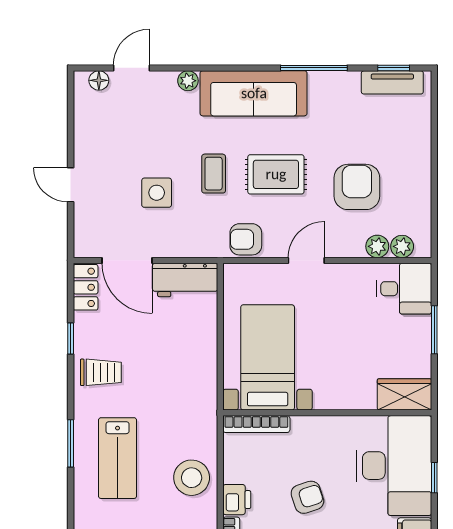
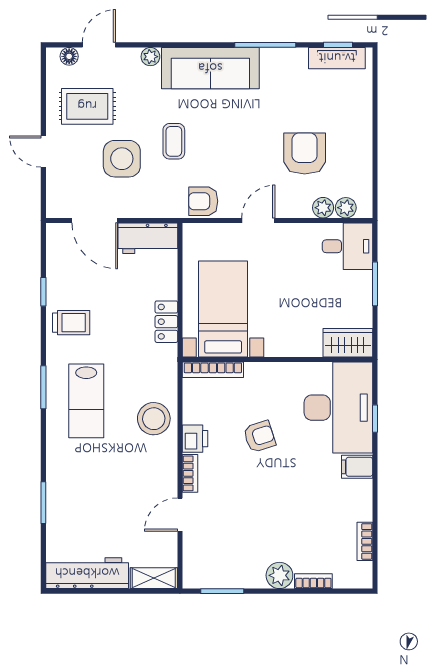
rug: (276, 174) -> (87, 106), moved
side table: (157, 193) -> (122, 159), width x1.37, depth x1.37
locker: (86, 287) -> (166, 322), moved, turned 180

